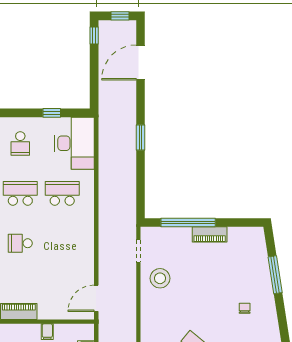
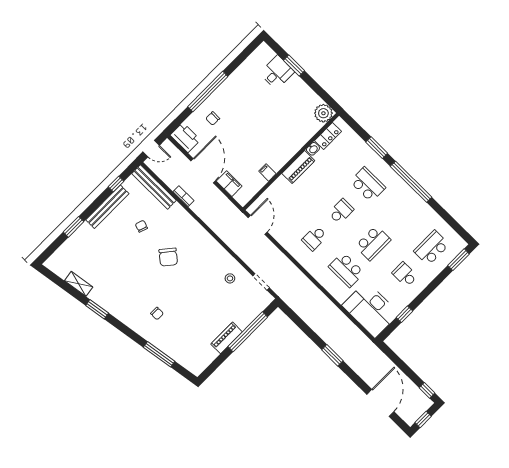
school desk: (62, 193) -> (346, 270), turned 90
school desk: (62, 243) -> (314, 238), added
stool: (160, 278) -> (230, 278), width x0.53, depth x0.53

